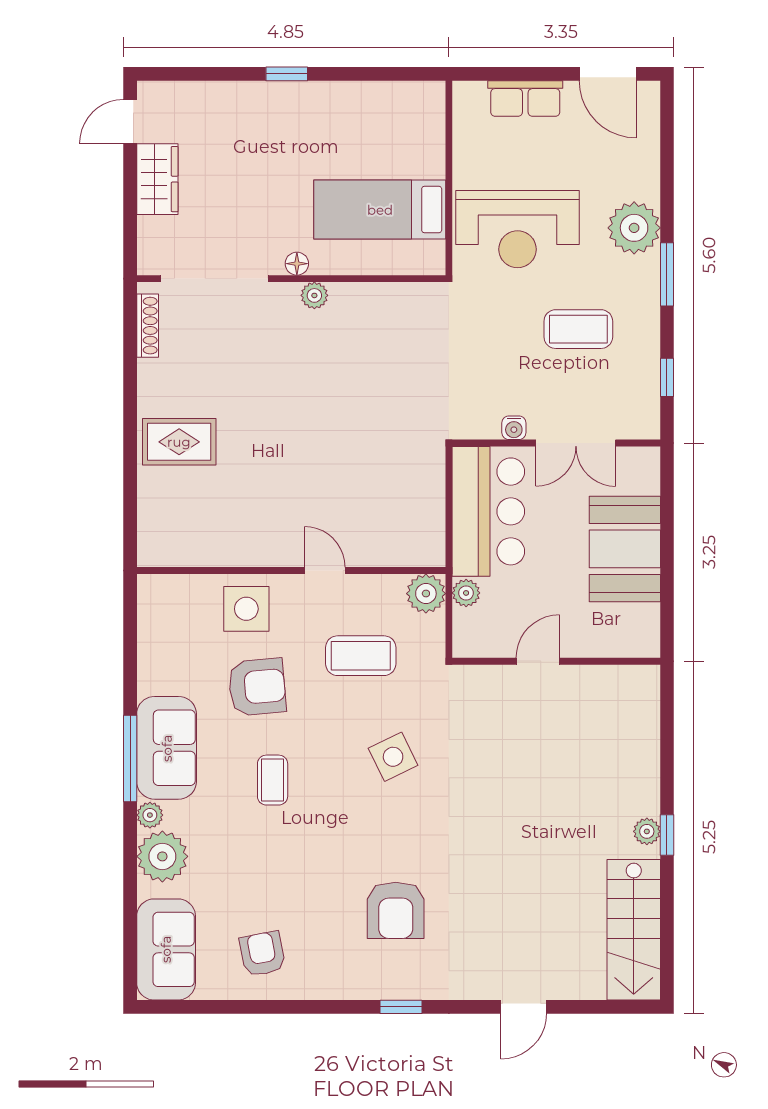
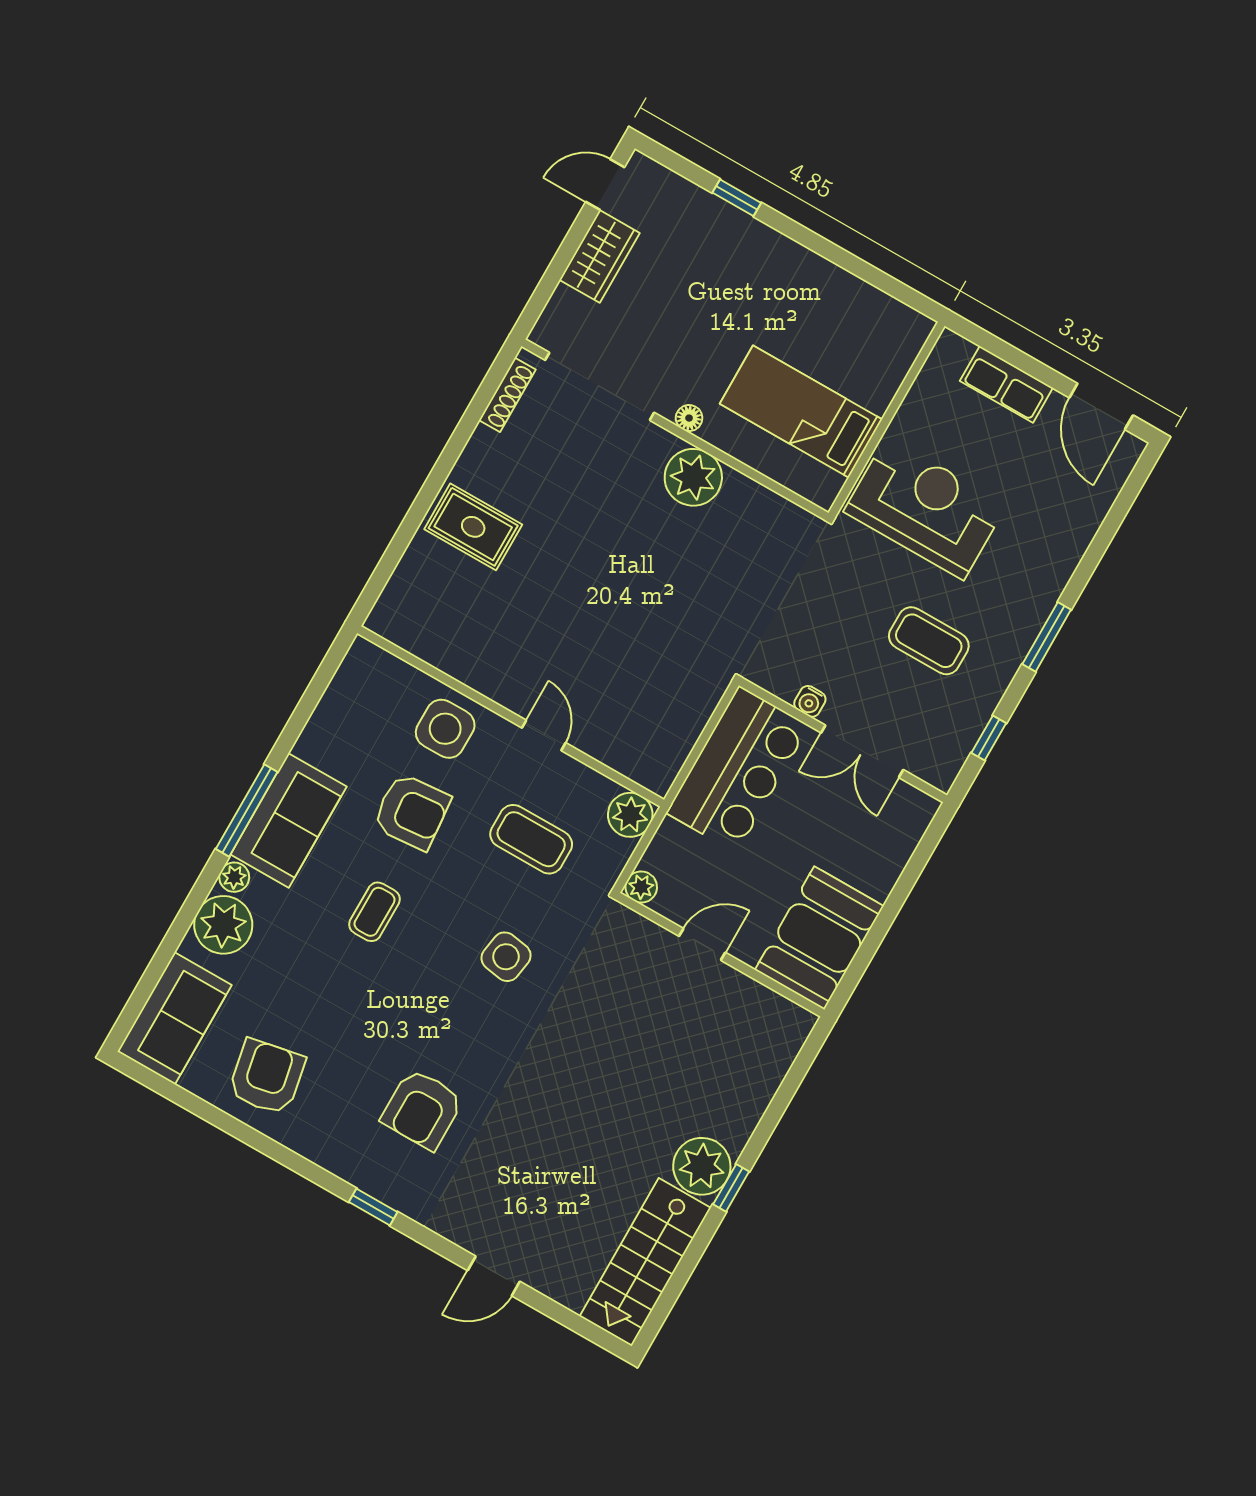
window: (287, 74) -> (737, 198), moved
plant: (634, 228) -> (1041, 573), removed
reception desk: (517, 229) -> (925, 508), turned 180
plant: (314, 295) -> (693, 477), width x1.88, depth x1.88
booth: (625, 549) -> (819, 938), moved
plant: (466, 593) -> (641, 887), moved
side table: (393, 757) -> (506, 957), turned 35
plant: (647, 831) -> (702, 1166), width x1.88, depth x1.88
armchair: (262, 954) -> (267, 1077), width x1.38, depth x1.38

